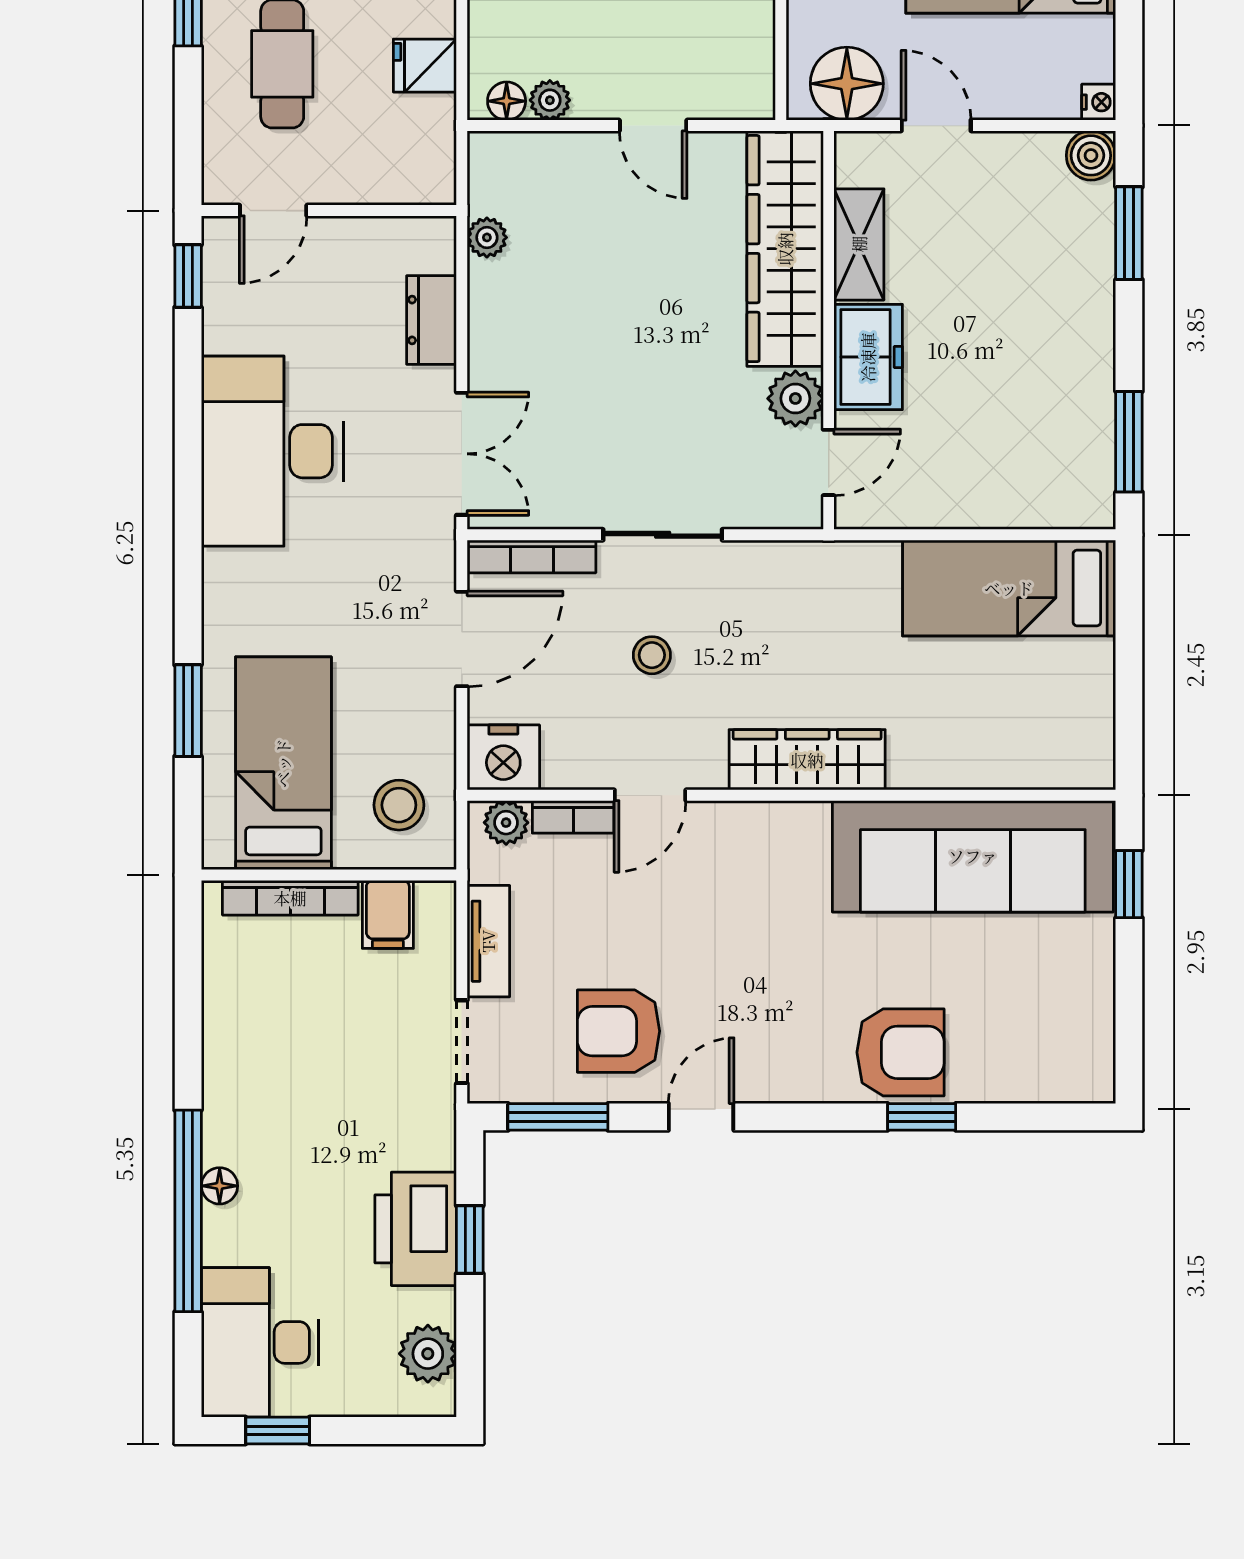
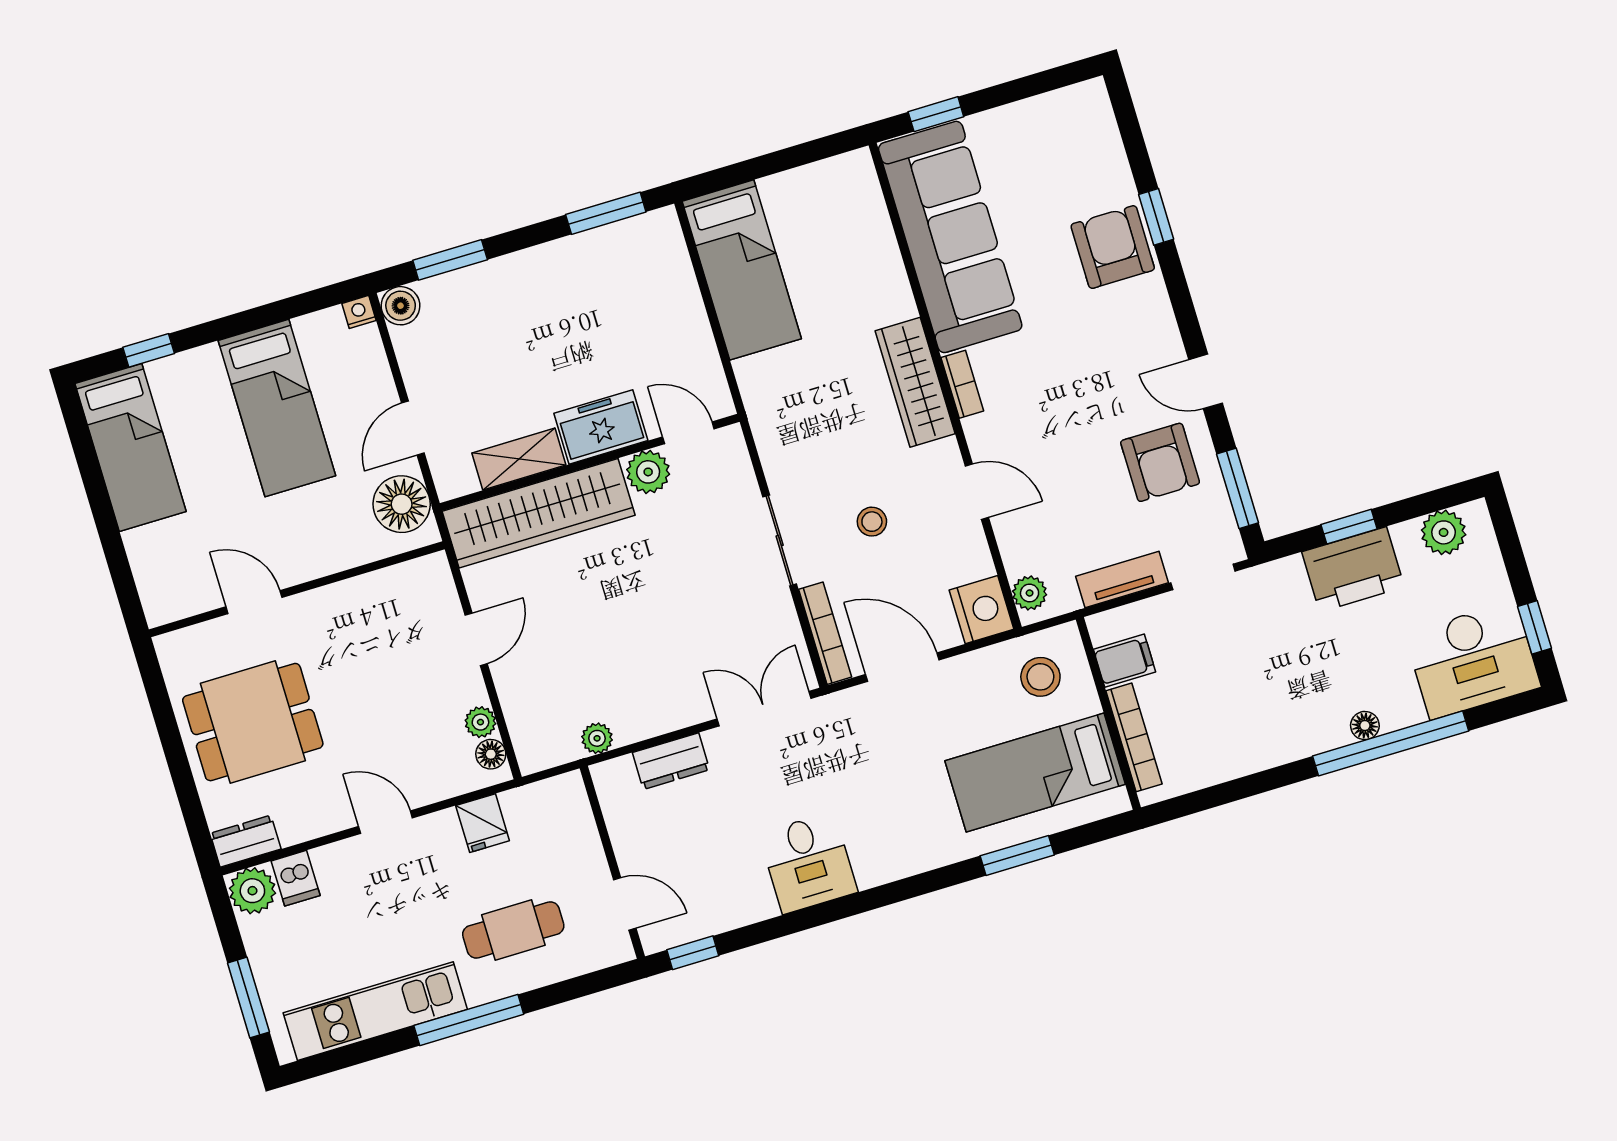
desk: (273, 451) -> (808, 863), width x0.53, depth x0.77
bookcase: (573, 817) -> (962, 384), moved

